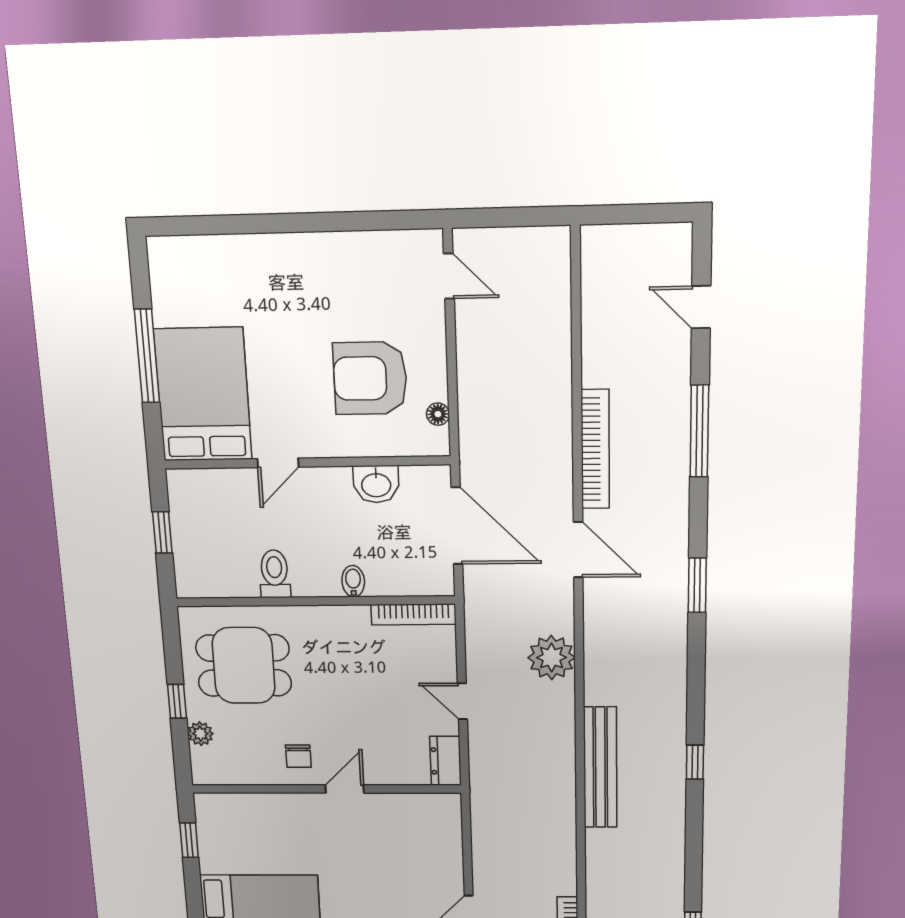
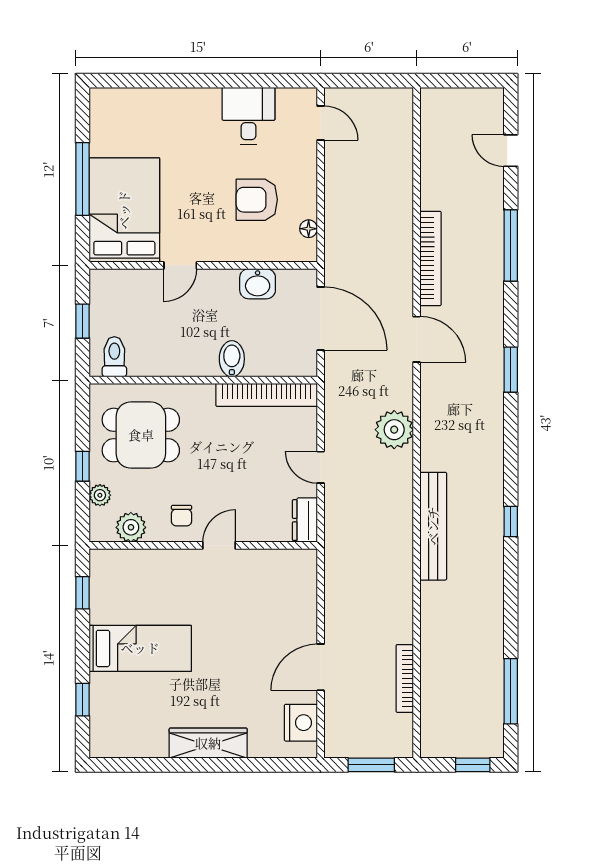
desk: (354, 269) -> (249, 116), added
armchair: (370, 378) -> (257, 200), width x0.73, depth x0.73
toilet: (275, 574) -> (114, 357), moved
bidet: (353, 581) -> (232, 359), width x1.38, depth x1.36
bookcase: (413, 614) -> (267, 395), width x1.48, depth x1.31
plant: (240, 769) -> (131, 527), added

